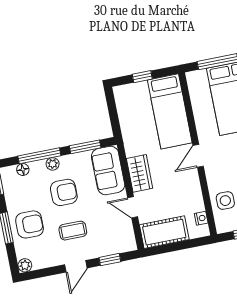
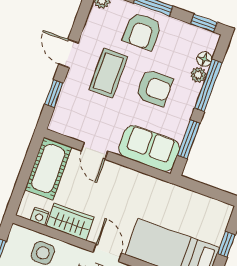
plant: (53, 164) -> (198, 75), moved
wardrobe: (140, 173) -> (70, 222), moved, turned 180
armchair: (64, 192) -> (154, 88), turned -90
door: (133, 207) -> (95, 151), swing flipped
coffee table: (73, 231) -> (108, 73), width x1.36, depth x1.30

